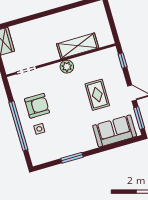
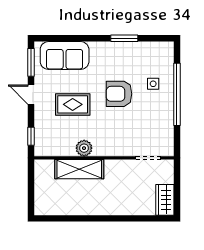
plant: (67, 67) -> (84, 148), moved
rug: (97, 95) -> (73, 104), turned 90
armchair: (37, 106) -> (119, 94), moved

